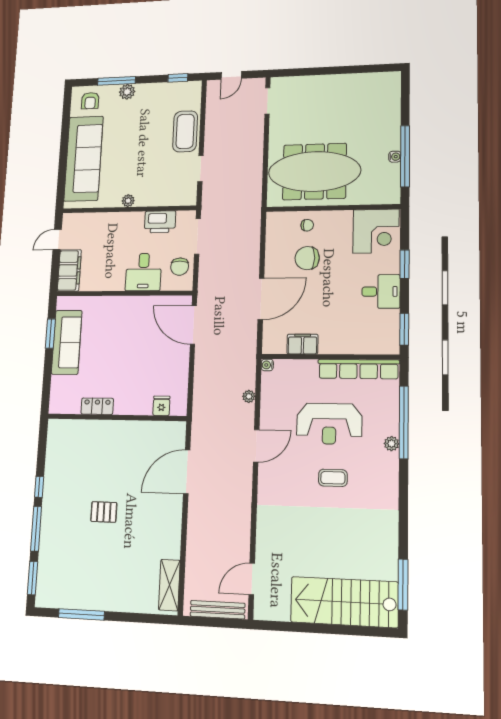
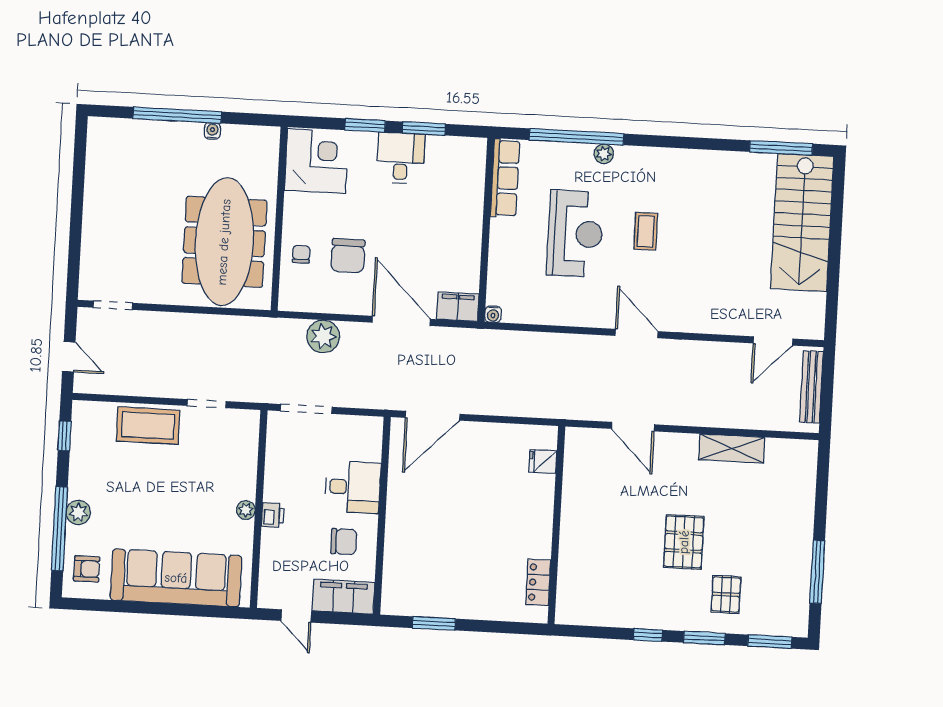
window: (117, 81) -> (59, 529), width x1.46
window: (405, 156) -> (177, 115), moved
printer: (160, 222) -> (273, 515), moved, width x0.53, depth x0.68
chair: (180, 267) -> (344, 542), moved
window: (404, 329) -> (424, 129), moved
sofa: (67, 342) -> (448, 599), removed
filing cabinet: (302, 344) -> (458, 307), moved, turned 90
row of seats: (358, 369) -> (505, 178), width x0.73
plant: (249, 396) -> (323, 336), moved, width x1.87, depth x1.87
locker: (97, 406) -> (538, 582), moved
door: (256, 446) -> (637, 334), moved
door: (187, 472) -> (633, 427), width x0.73
pallet: (104, 512) -> (684, 542), width x1.50, depth x1.42
window: (36, 529) -> (704, 638), width x0.69
pallet: (66, 544) -> (726, 594), added
door: (252, 579) -> (773, 341), hinge flipped
shelving: (169, 585) -> (732, 449), moved

